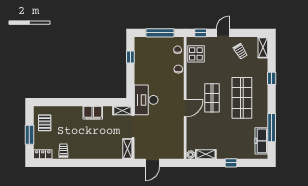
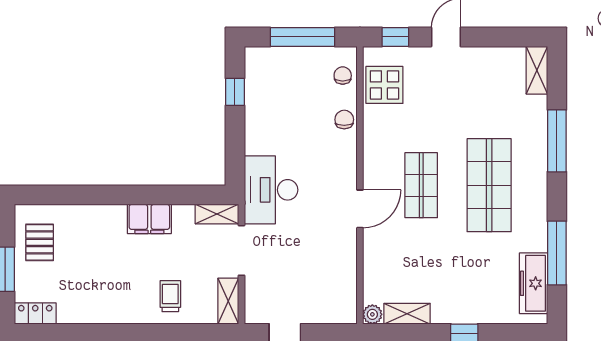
trolley: (240, 51) -> (486, 79), removed
window: (272, 78) -> (557, 141), width x2.17
trolley: (63, 151) -> (170, 296), moved

